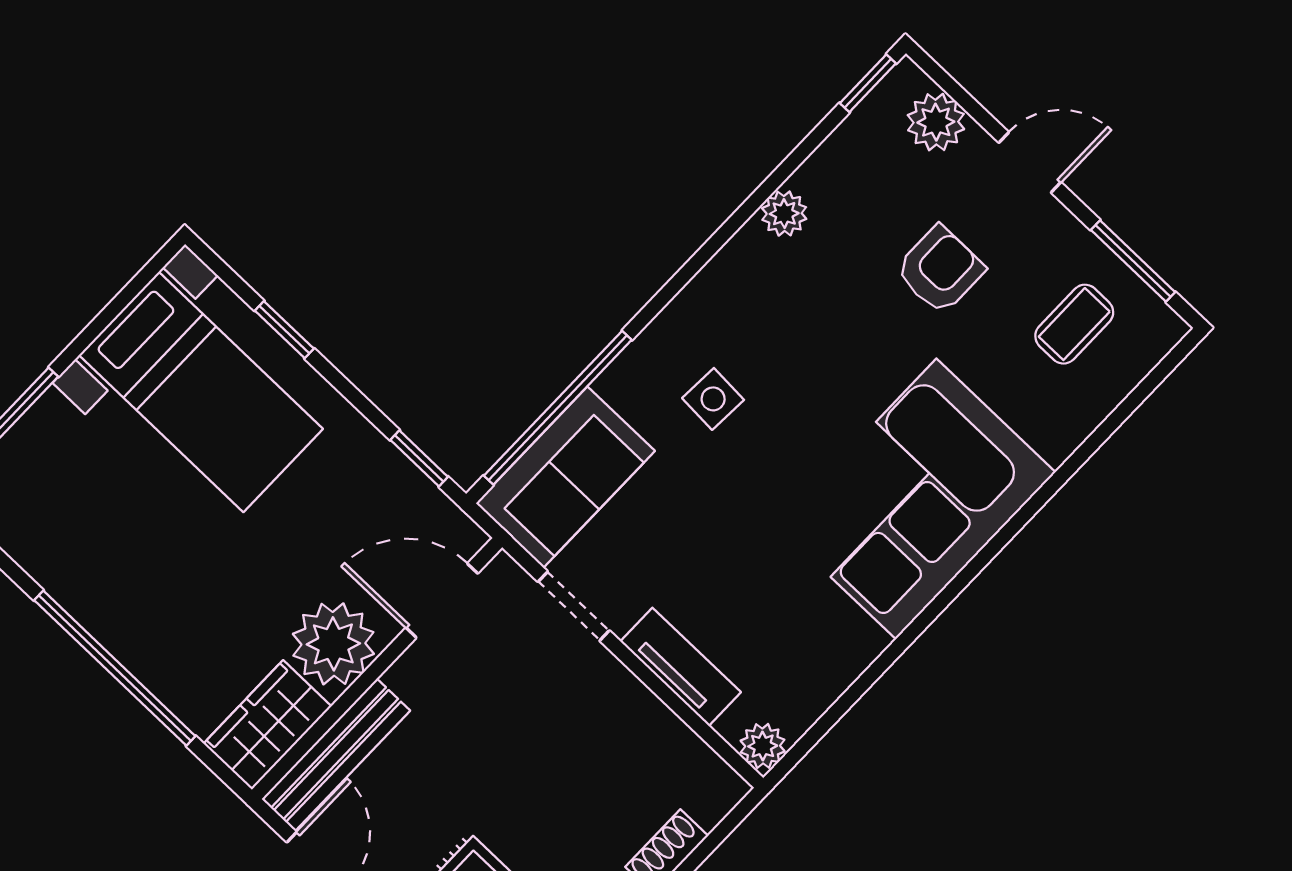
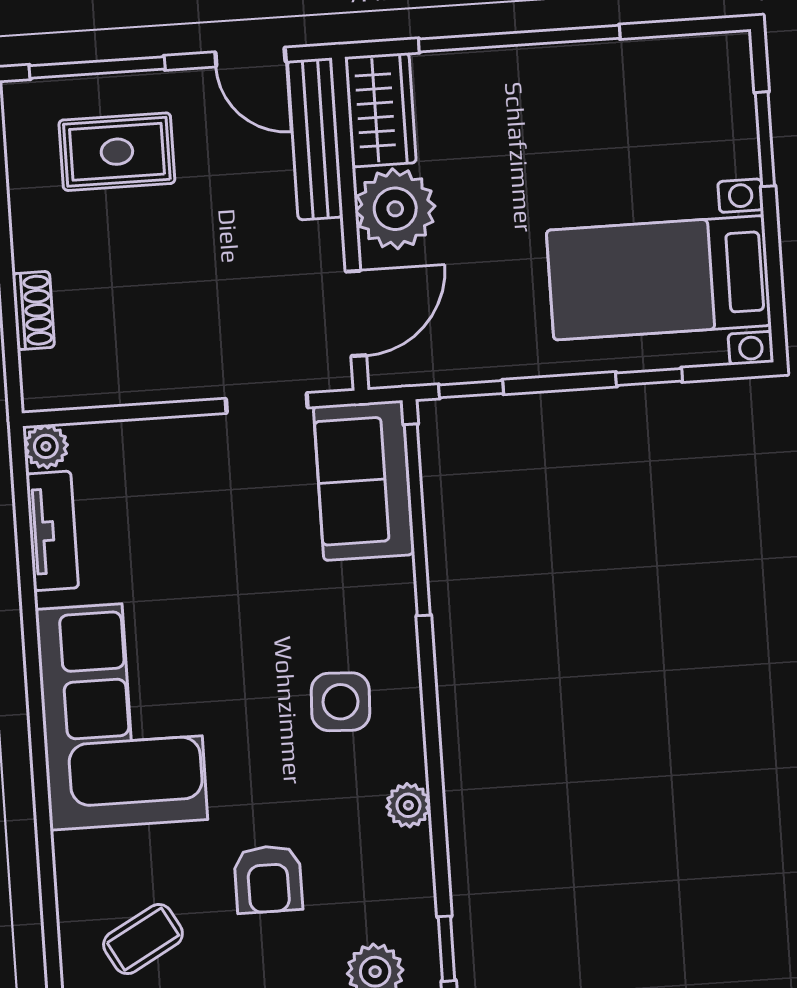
coffee table: (1074, 324) -> (143, 939), turned 61
side table: (713, 399) -> (340, 702), moved, width x1.37, depth x1.37
tv unit: (681, 667) -> (52, 531), moved, turned -90

